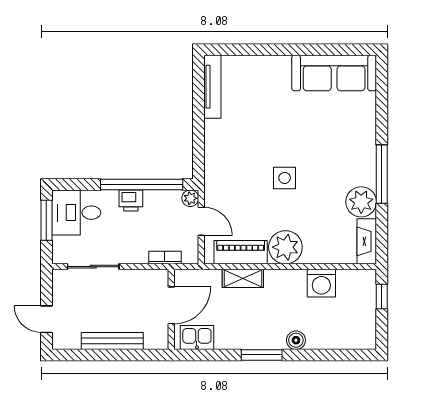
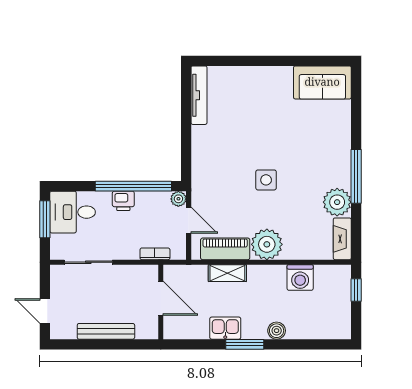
sofa: (334, 73) -> (322, 82), width x0.73
door: (171, 305) -> (161, 298), hinge flipped
kitchen sink: (197, 338) -> (225, 328), moved

